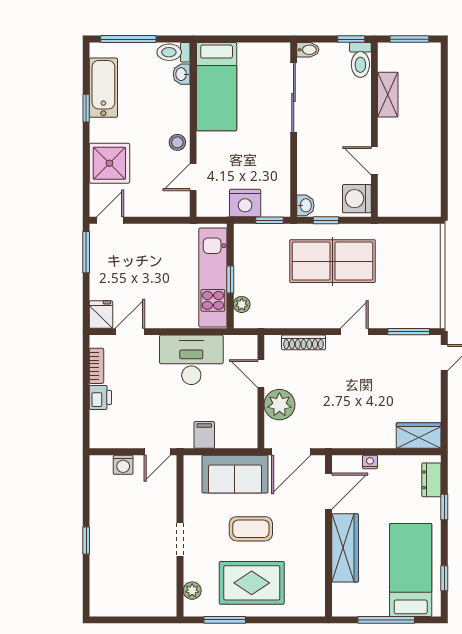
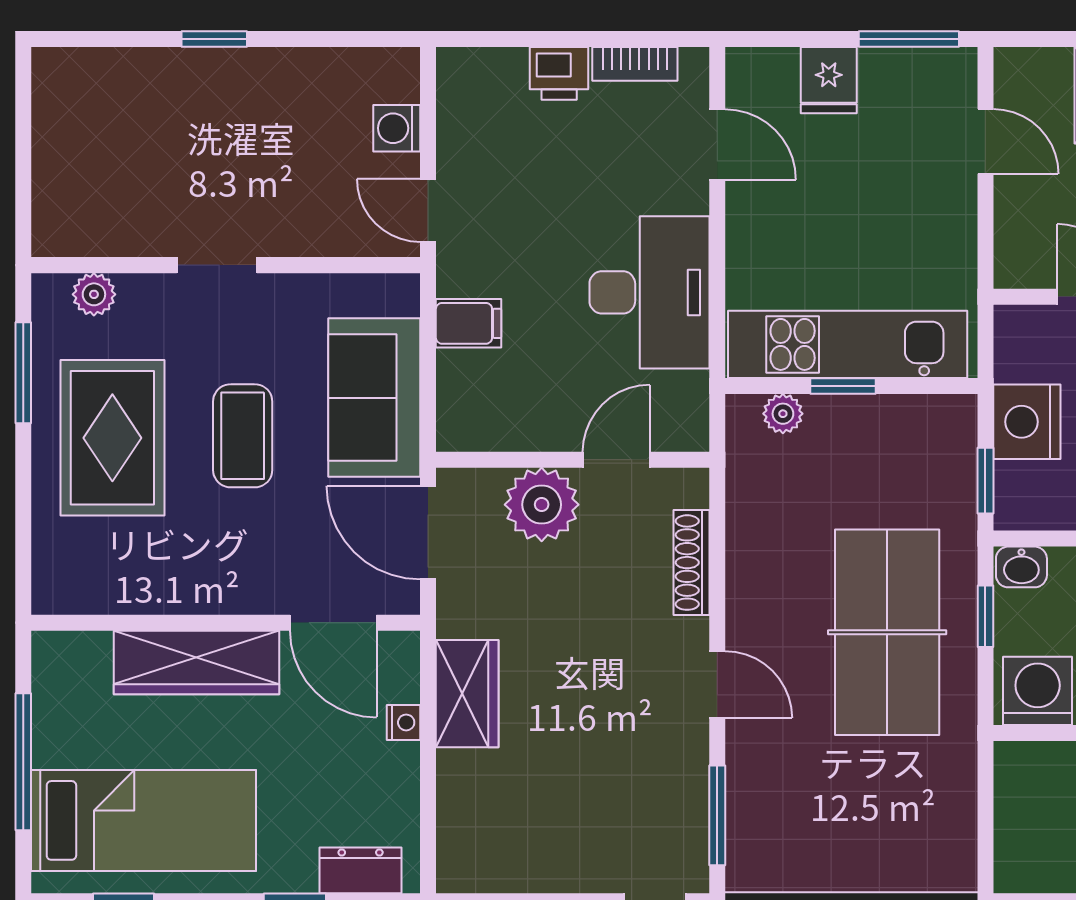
door: (110, 220) -> (985, 141), moved
fridge: (101, 315) -> (829, 80), moved, turned 90
wardrobe: (419, 436) -> (467, 694), moved

